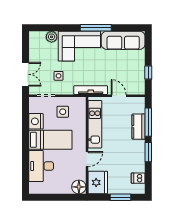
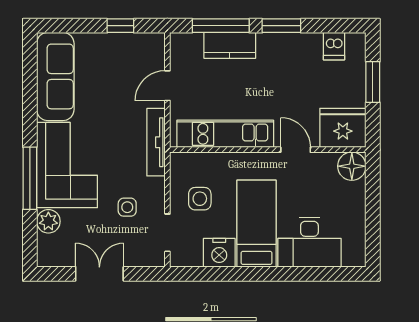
window: (96, 28) -> (30, 178), moved
double door: (26, 74) -> (99, 274), moved

